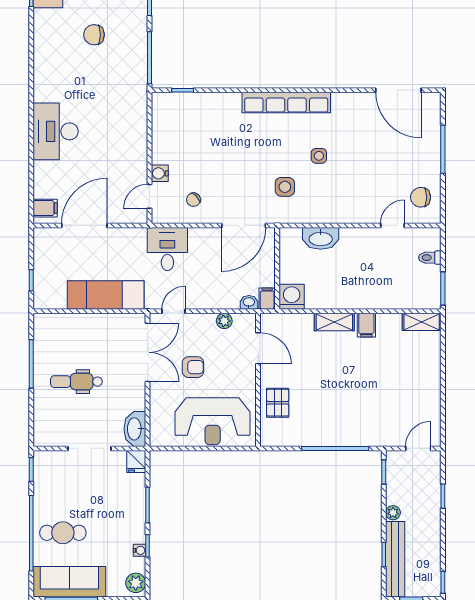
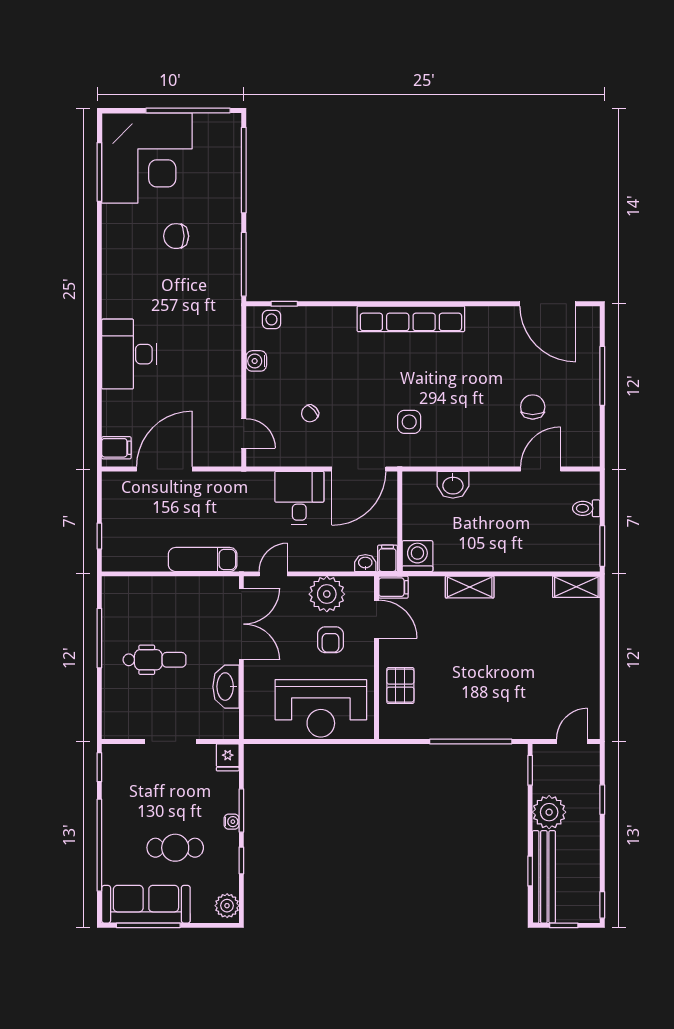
side table: (319, 156) -> (271, 319), moved
water cooler: (160, 173) -> (256, 361), moved
door: (149, 196) -> (244, 433), swing flipped
chair: (421, 197) -> (533, 407), moved, turned 90
chair: (194, 200) -> (310, 413), moved
door: (392, 225) -> (541, 469), width x1.38
washbasin: (321, 238) -> (453, 485), width x0.72
desk: (167, 249) -> (299, 498), moved
exam couch: (106, 295) -> (203, 559), width x0.73, depth x0.69
plant: (224, 321) -> (327, 594), width x1.88, depth x1.88
filing cabinet: (366, 325) -> (393, 587), moved, turned -90
armchair: (193, 367) -> (330, 640), moved, turned 90
dental chair: (76, 382) -> (155, 660), turned 180
washbasin: (135, 429) -> (226, 687), moved
plant: (393, 513) -> (549, 812), width x1.88, depth x1.88
cafe table: (63, 533) -> (175, 848), moved
water cooler: (139, 550) -> (232, 822), moved

